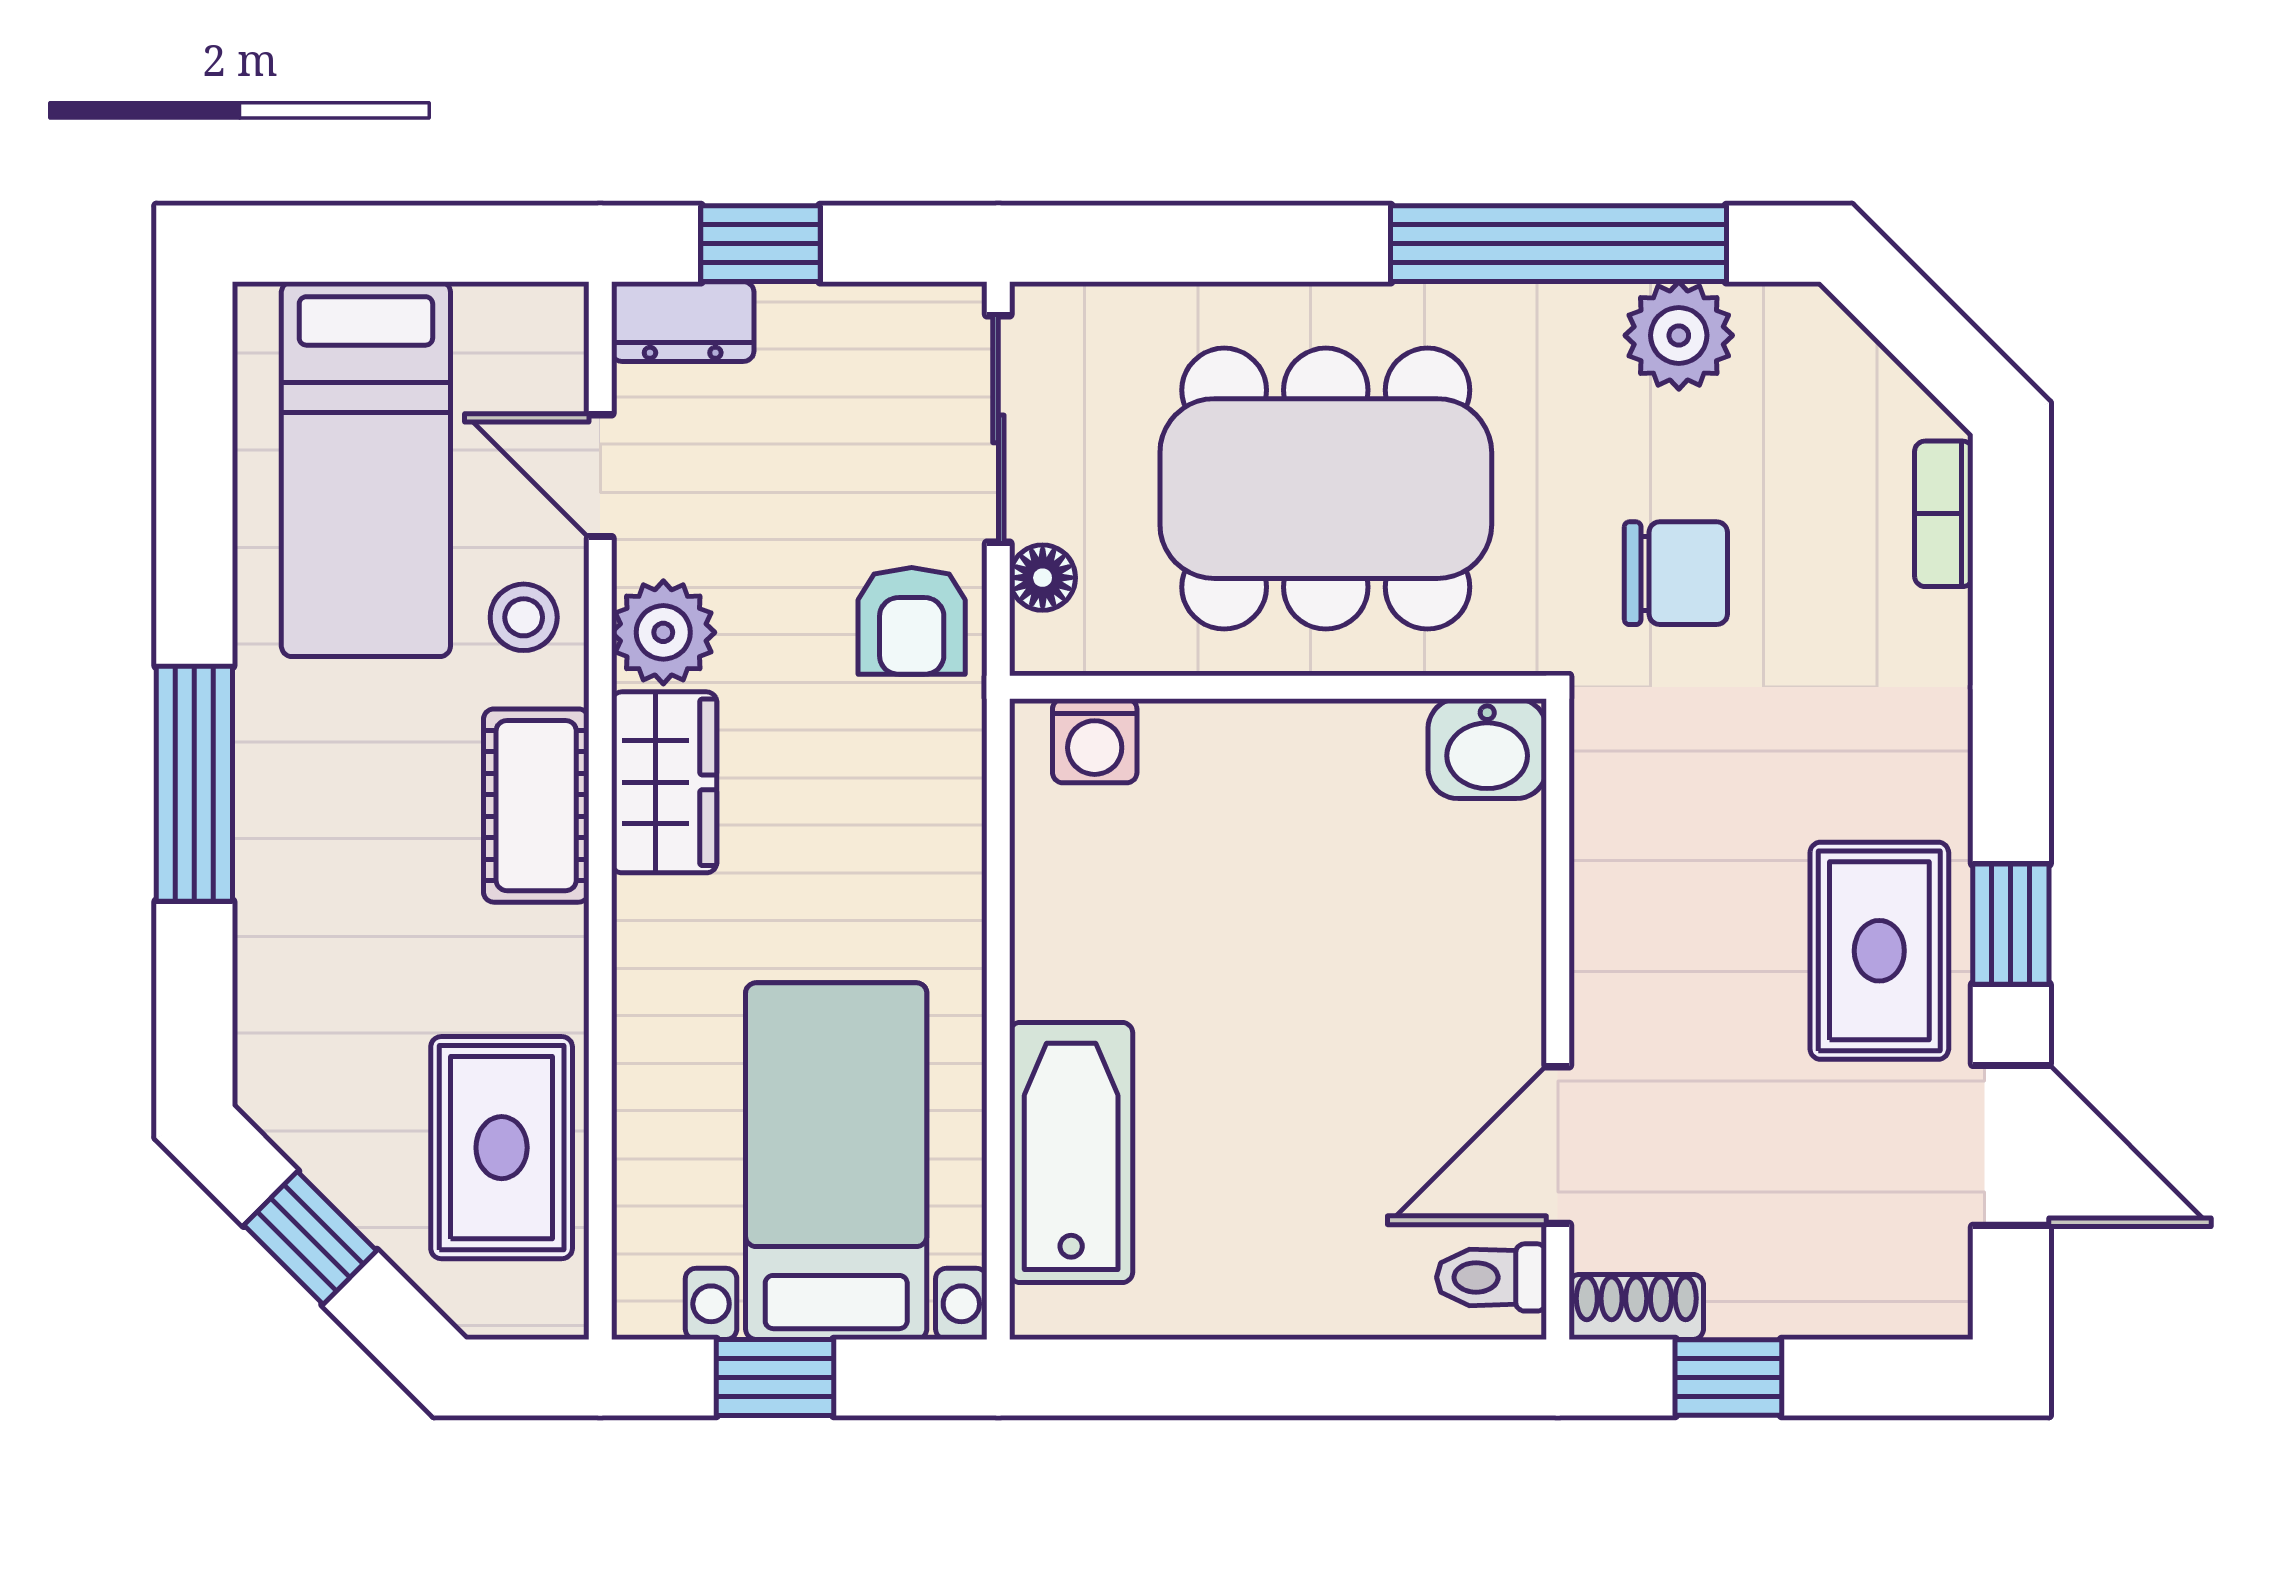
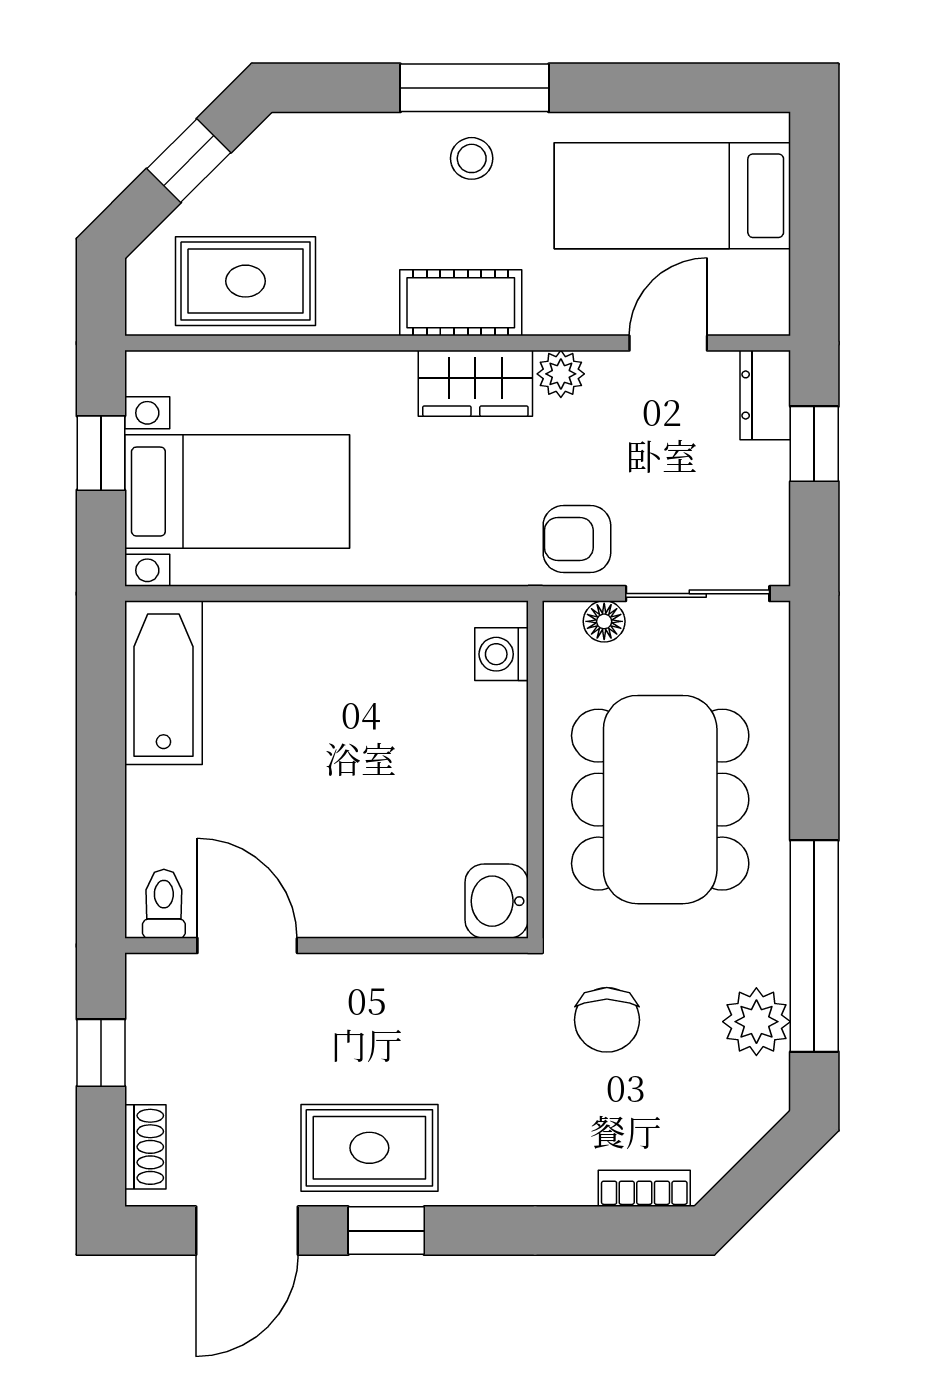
stool: (524, 617) -> (472, 158), moved
plant: (663, 632) -> (561, 374), width x0.73, depth x0.73
bathtub: (1071, 1153) -> (163, 683), moved, turned -90
shoe rack: (1636, 1307) -> (145, 1147), moved

